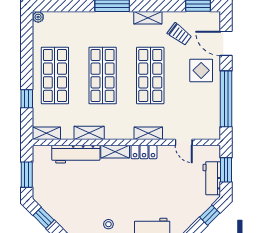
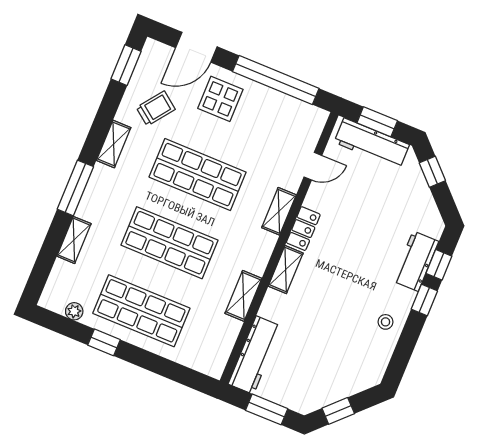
plant: (38, 17) -> (74, 311), moved
window: (27, 99) -> (104, 342), moved
shelving: (46, 133) -> (74, 240), moved
workbench: (76, 154) -> (255, 355), moved
workbench: (212, 178) -> (372, 143), width x1.38

